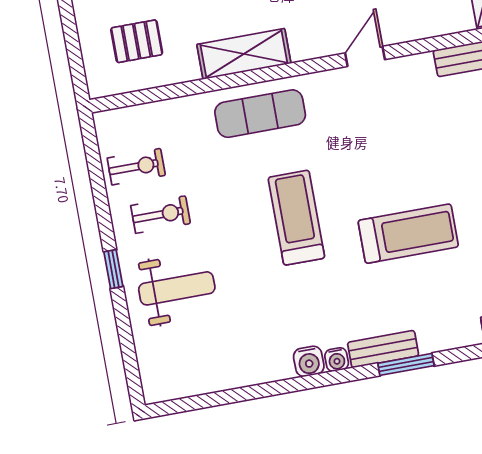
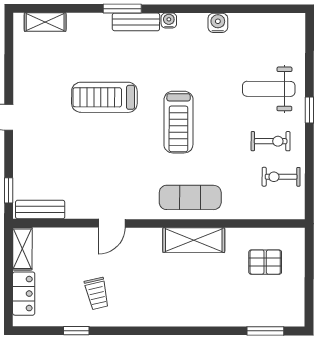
exercise bike: (161, 215) -> (271, 141), turned 180
water cooler: (309, 361) -> (218, 23), moved

